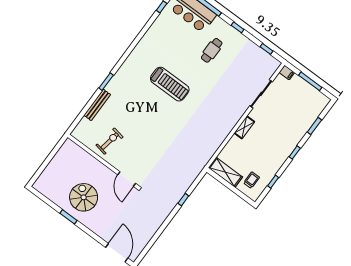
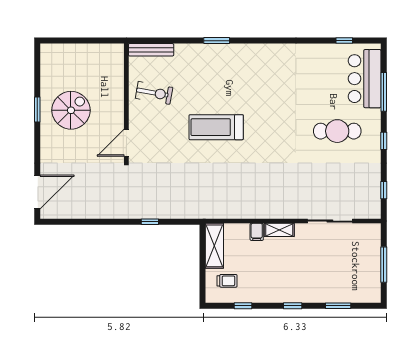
cafe table: (212, 50) -> (337, 131), width x1.37, depth x1.35
filing cabinet: (287, 73) -> (257, 232), moved
treadmill: (170, 84) -> (216, 127), moved, turned 90
bench: (97, 105) -> (151, 50), moved

